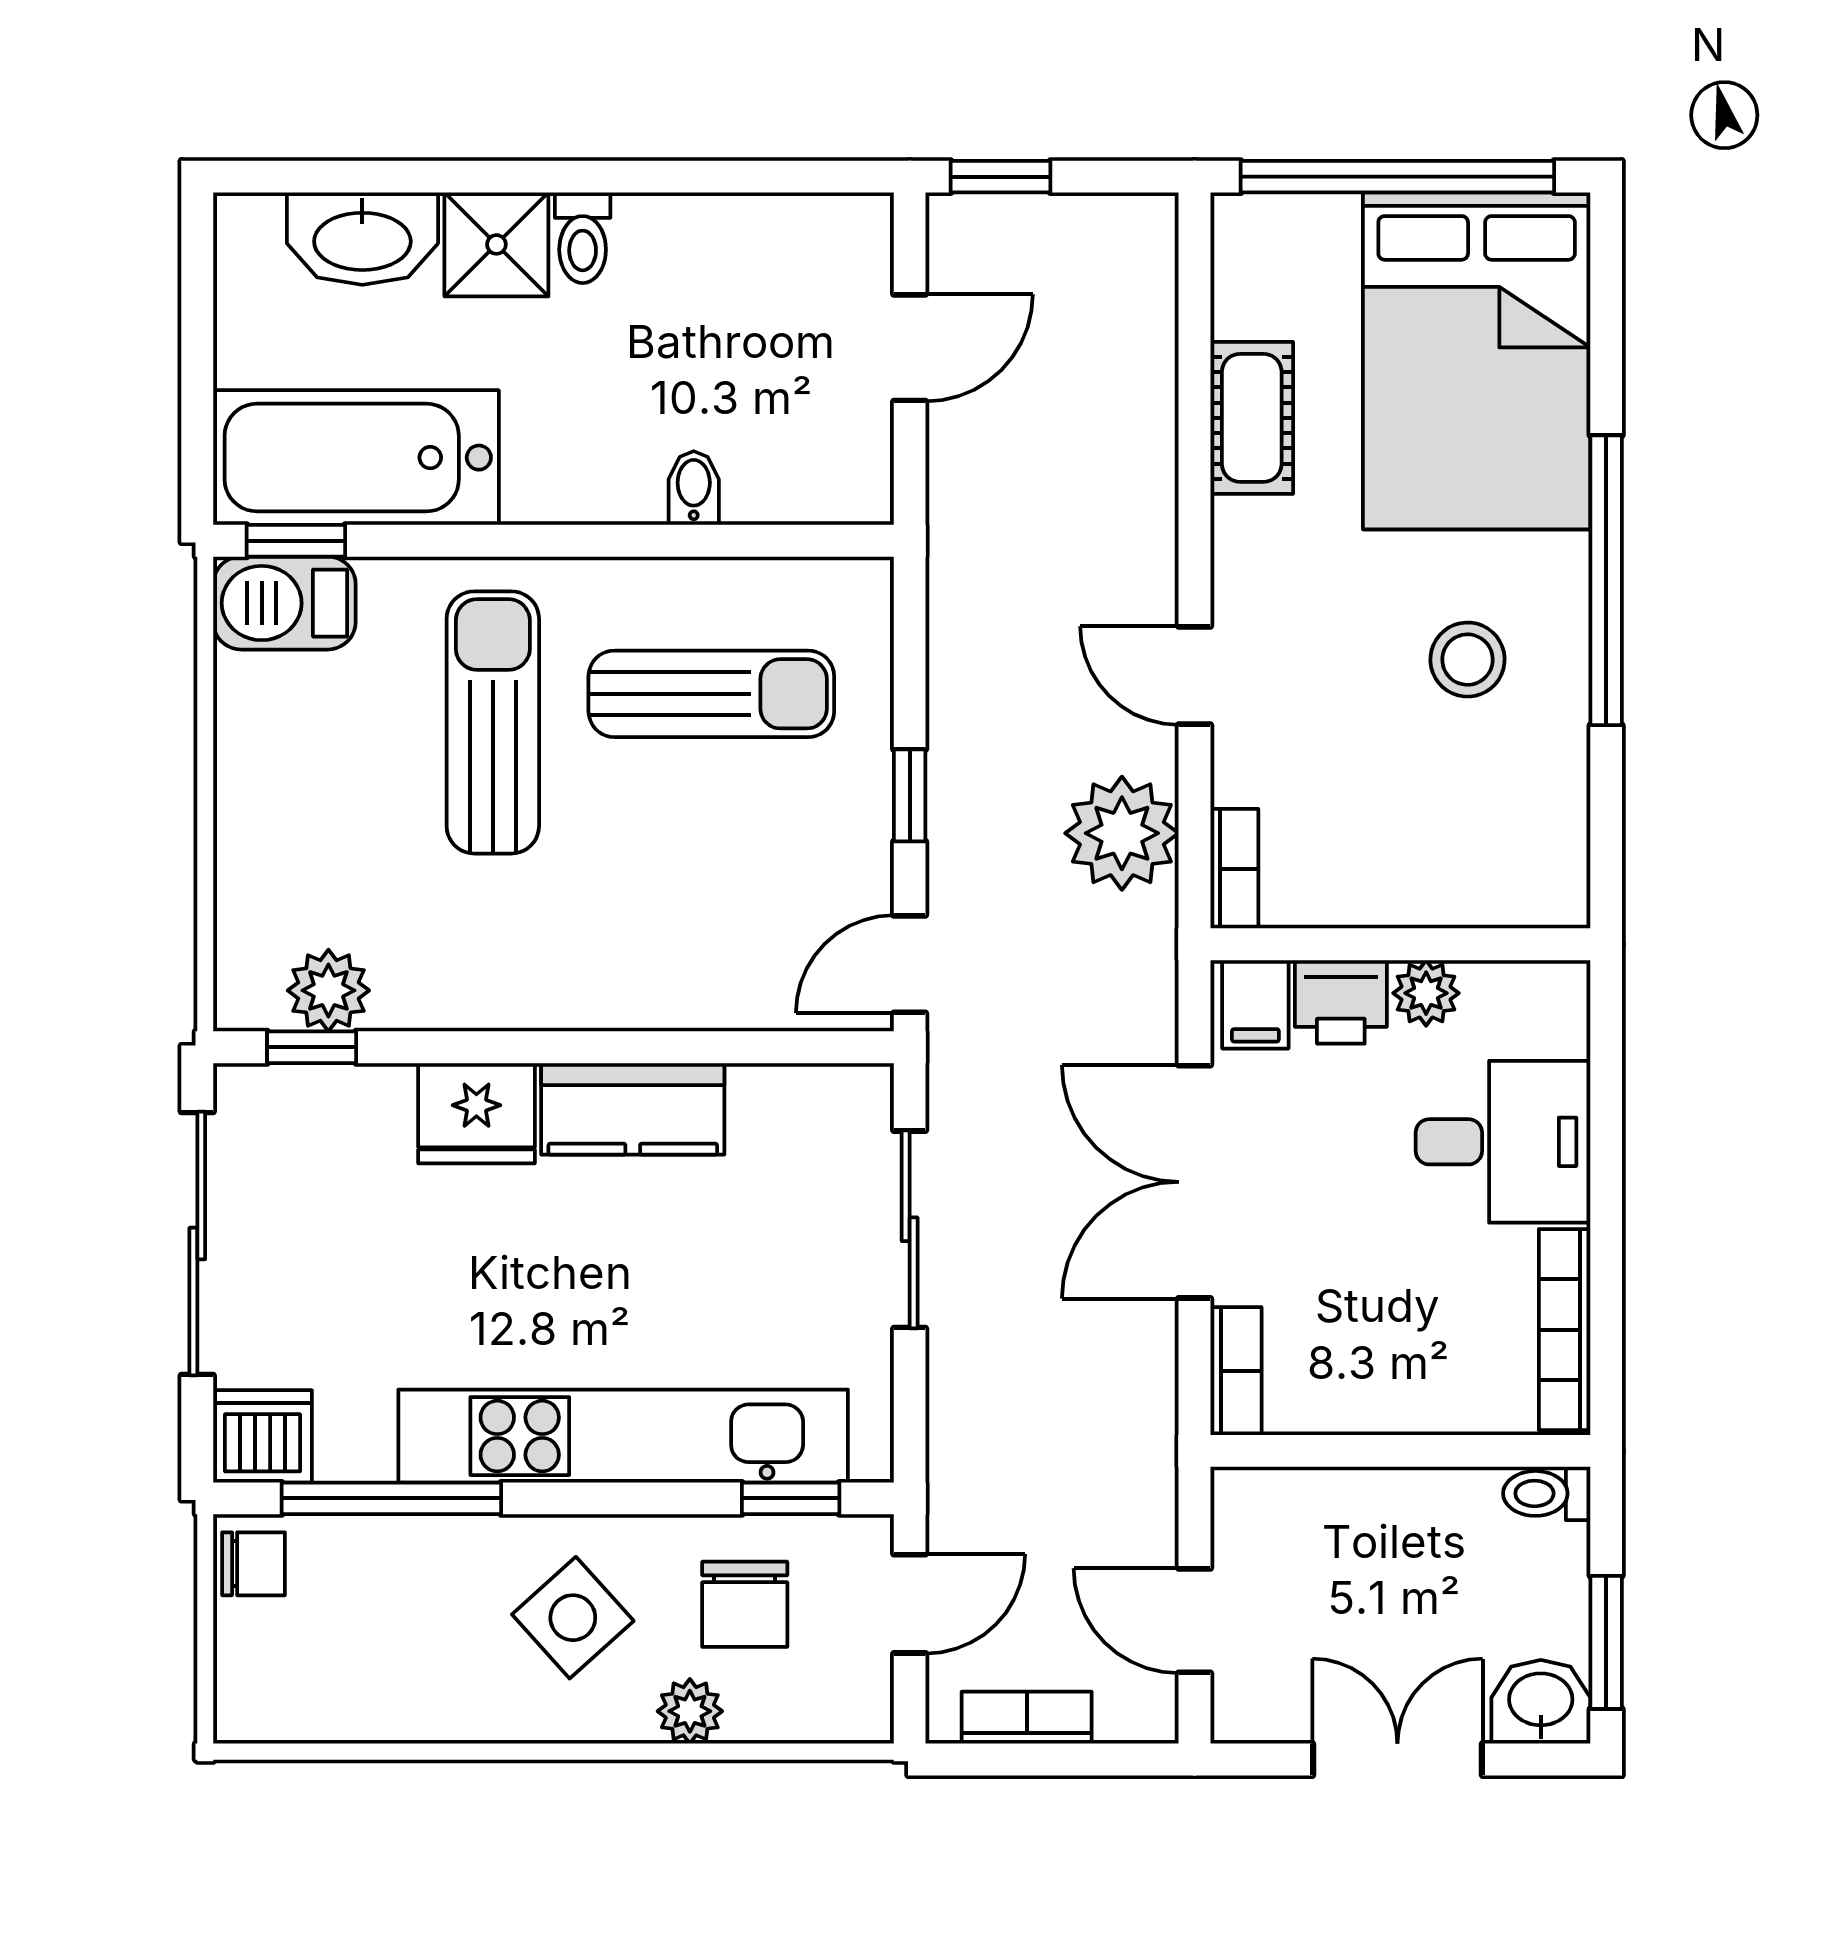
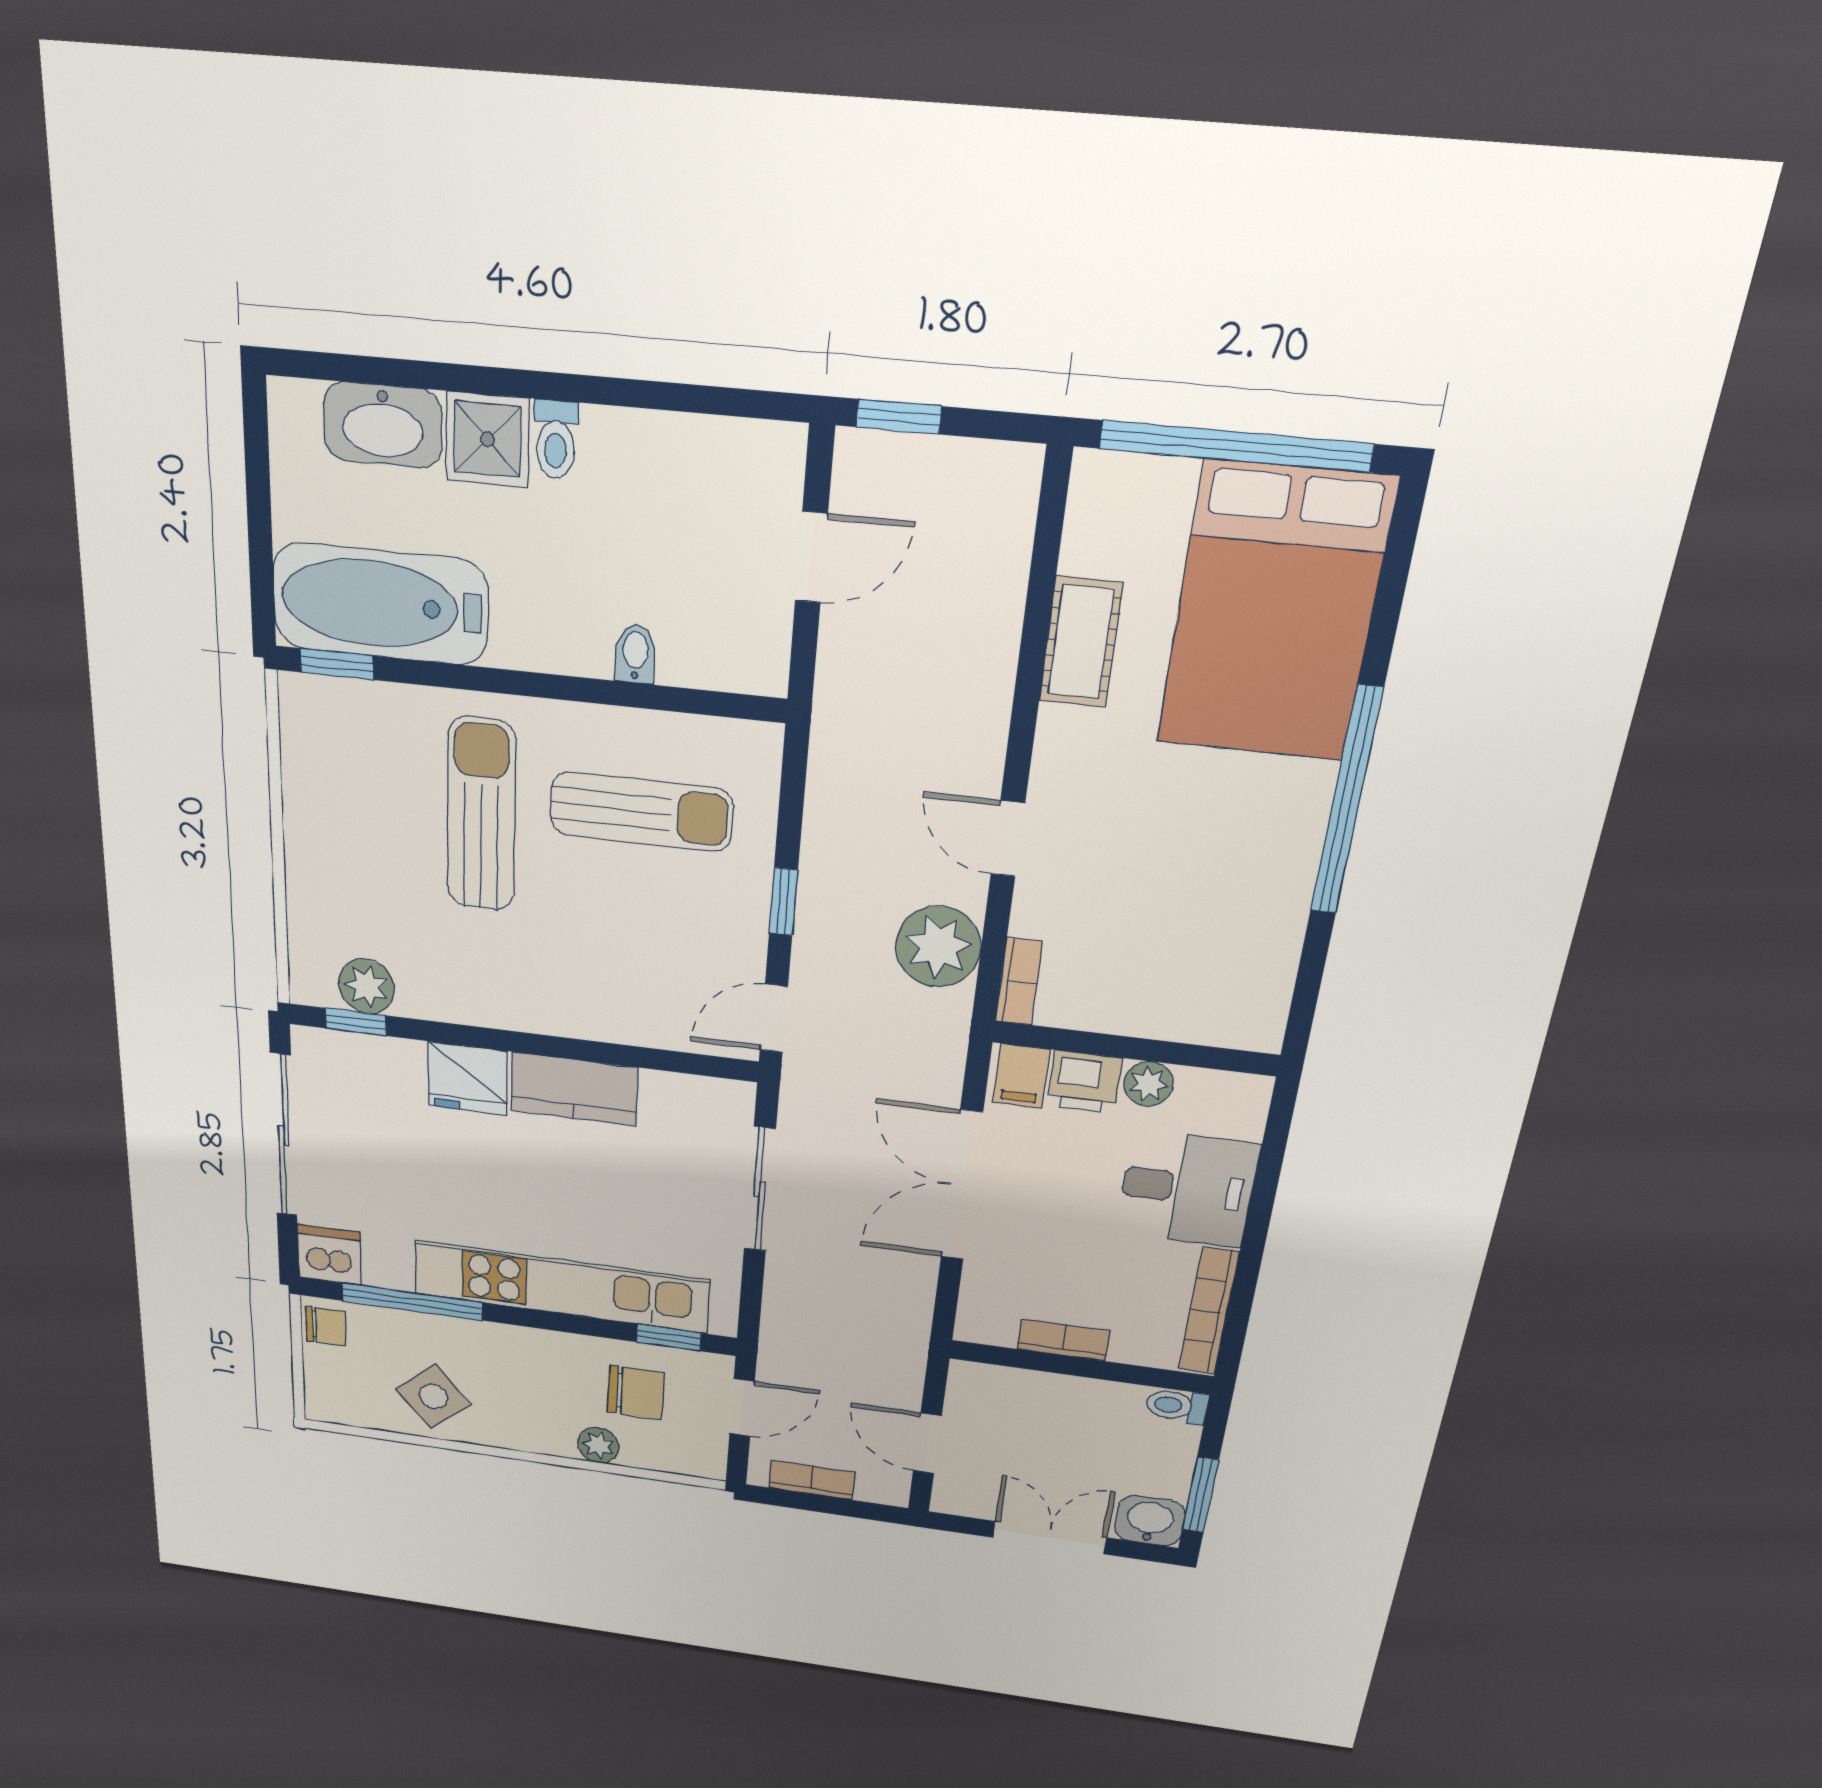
barbecue: (284, 603) -> (330, 710), removed
stool: (1467, 660) -> (1223, 850), removed
bookcase: (1236, 1371) -> (1064, 1340), moved, turned -90
chair: (745, 1604) -> (636, 1393), turned -90
side table: (573, 1618) -> (433, 1396), moved

